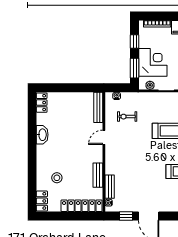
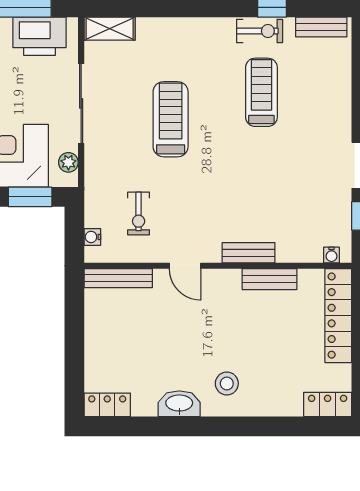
stool: (57, 178) -> (227, 383), moved
bench: (110, 187) -> (249, 253), moved

